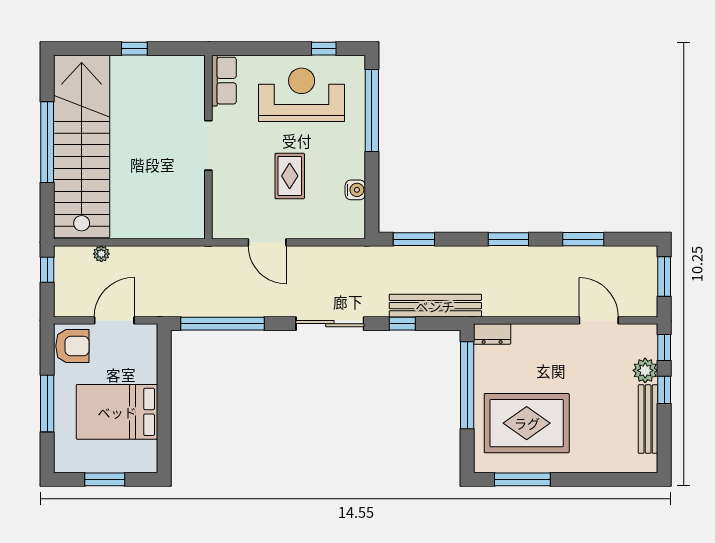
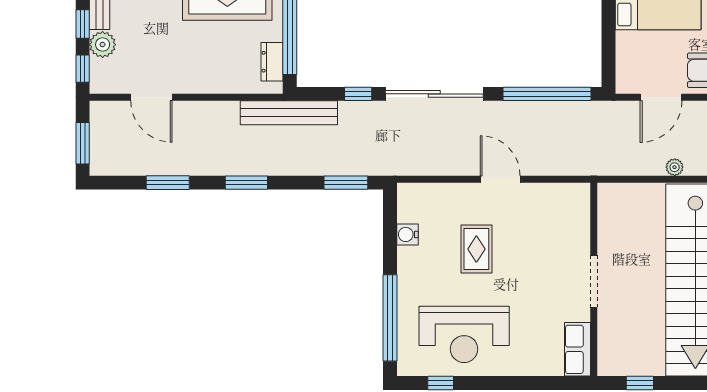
row of seats: (224, 81) -> (577, 349), moved
doorway: (208, 145) -> (594, 281), moved
wall: (208, 147) -> (594, 279), moved
bench: (435, 306) -> (289, 113), moved
sliding door: (330, 324) -> (434, 94), width x1.36
dresser: (492, 334) -> (272, 62), moved, turned -90

